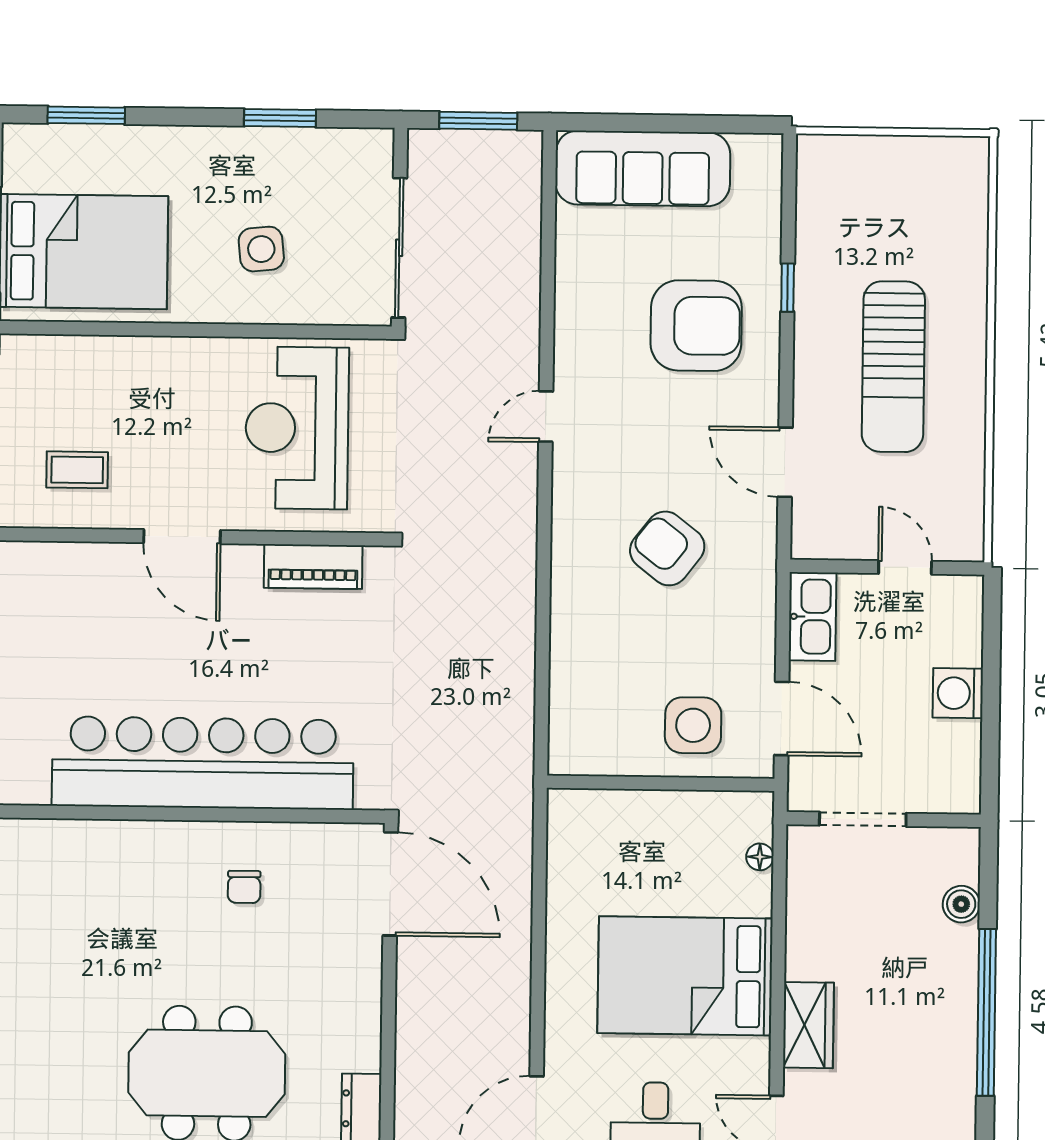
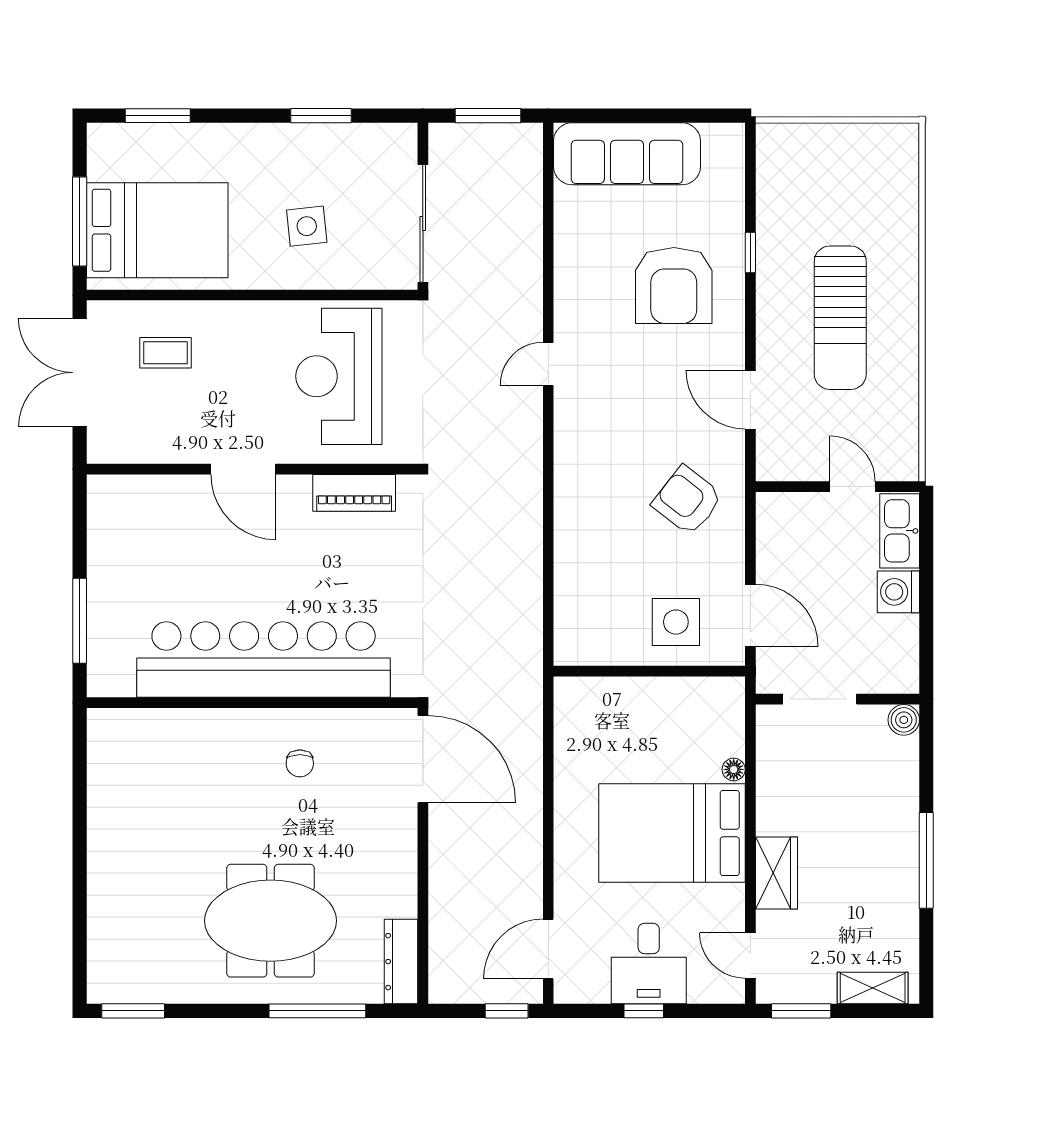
armchair: (696, 326) -> (674, 286), turned 90
coffee table: (77, 470) -> (165, 353), moved
armchair: (667, 548) -> (687, 500), moved
kitchen sink: (813, 617) -> (900, 531), moved, turned 180
floor lamp: (760, 857) -> (734, 769), moved
boiler: (961, 904) -> (904, 720), moved
window: (986, 1012) -> (926, 860), width x0.68

